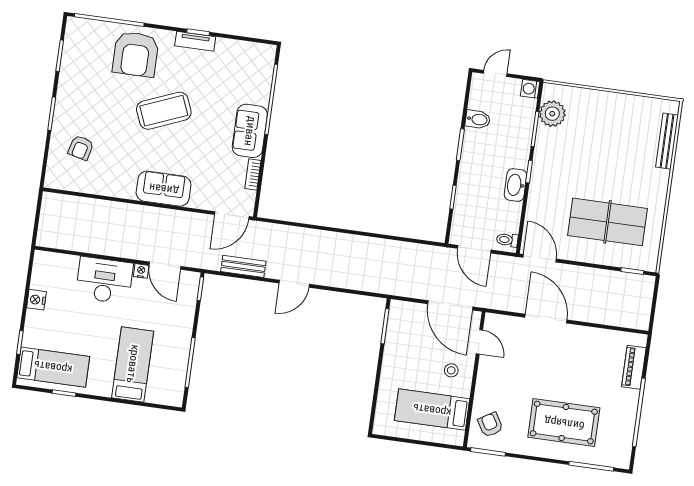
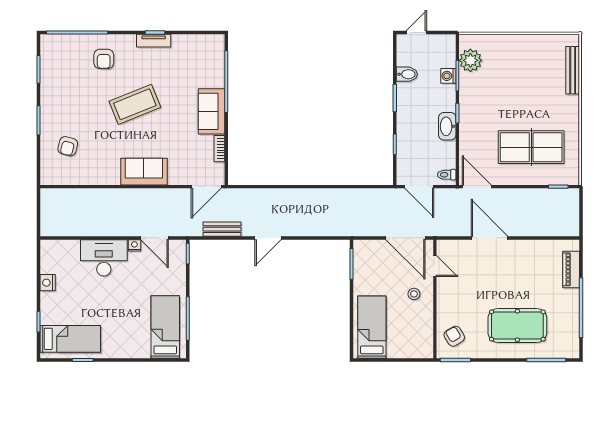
armchair: (136, 54) -> (104, 59), width x0.53, depth x0.53
washing machine: (530, 89) -> (448, 76), moved
bed: (133, 364) -> (165, 327), moved
bed: (432, 410) -> (372, 327), moved, turned 90

